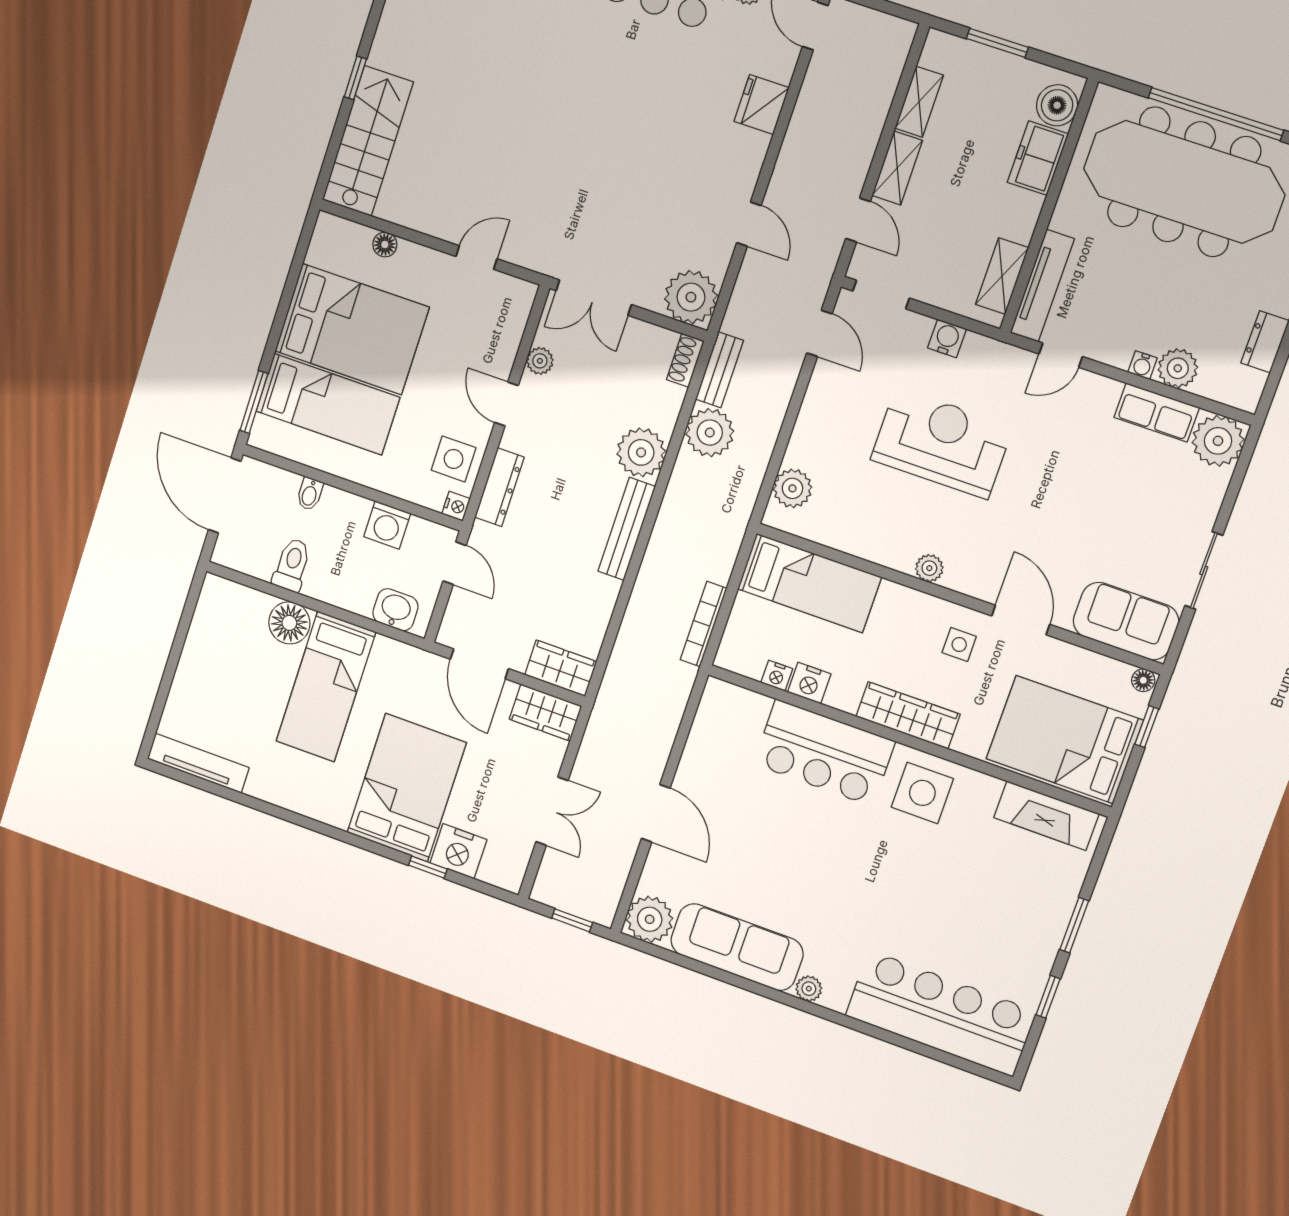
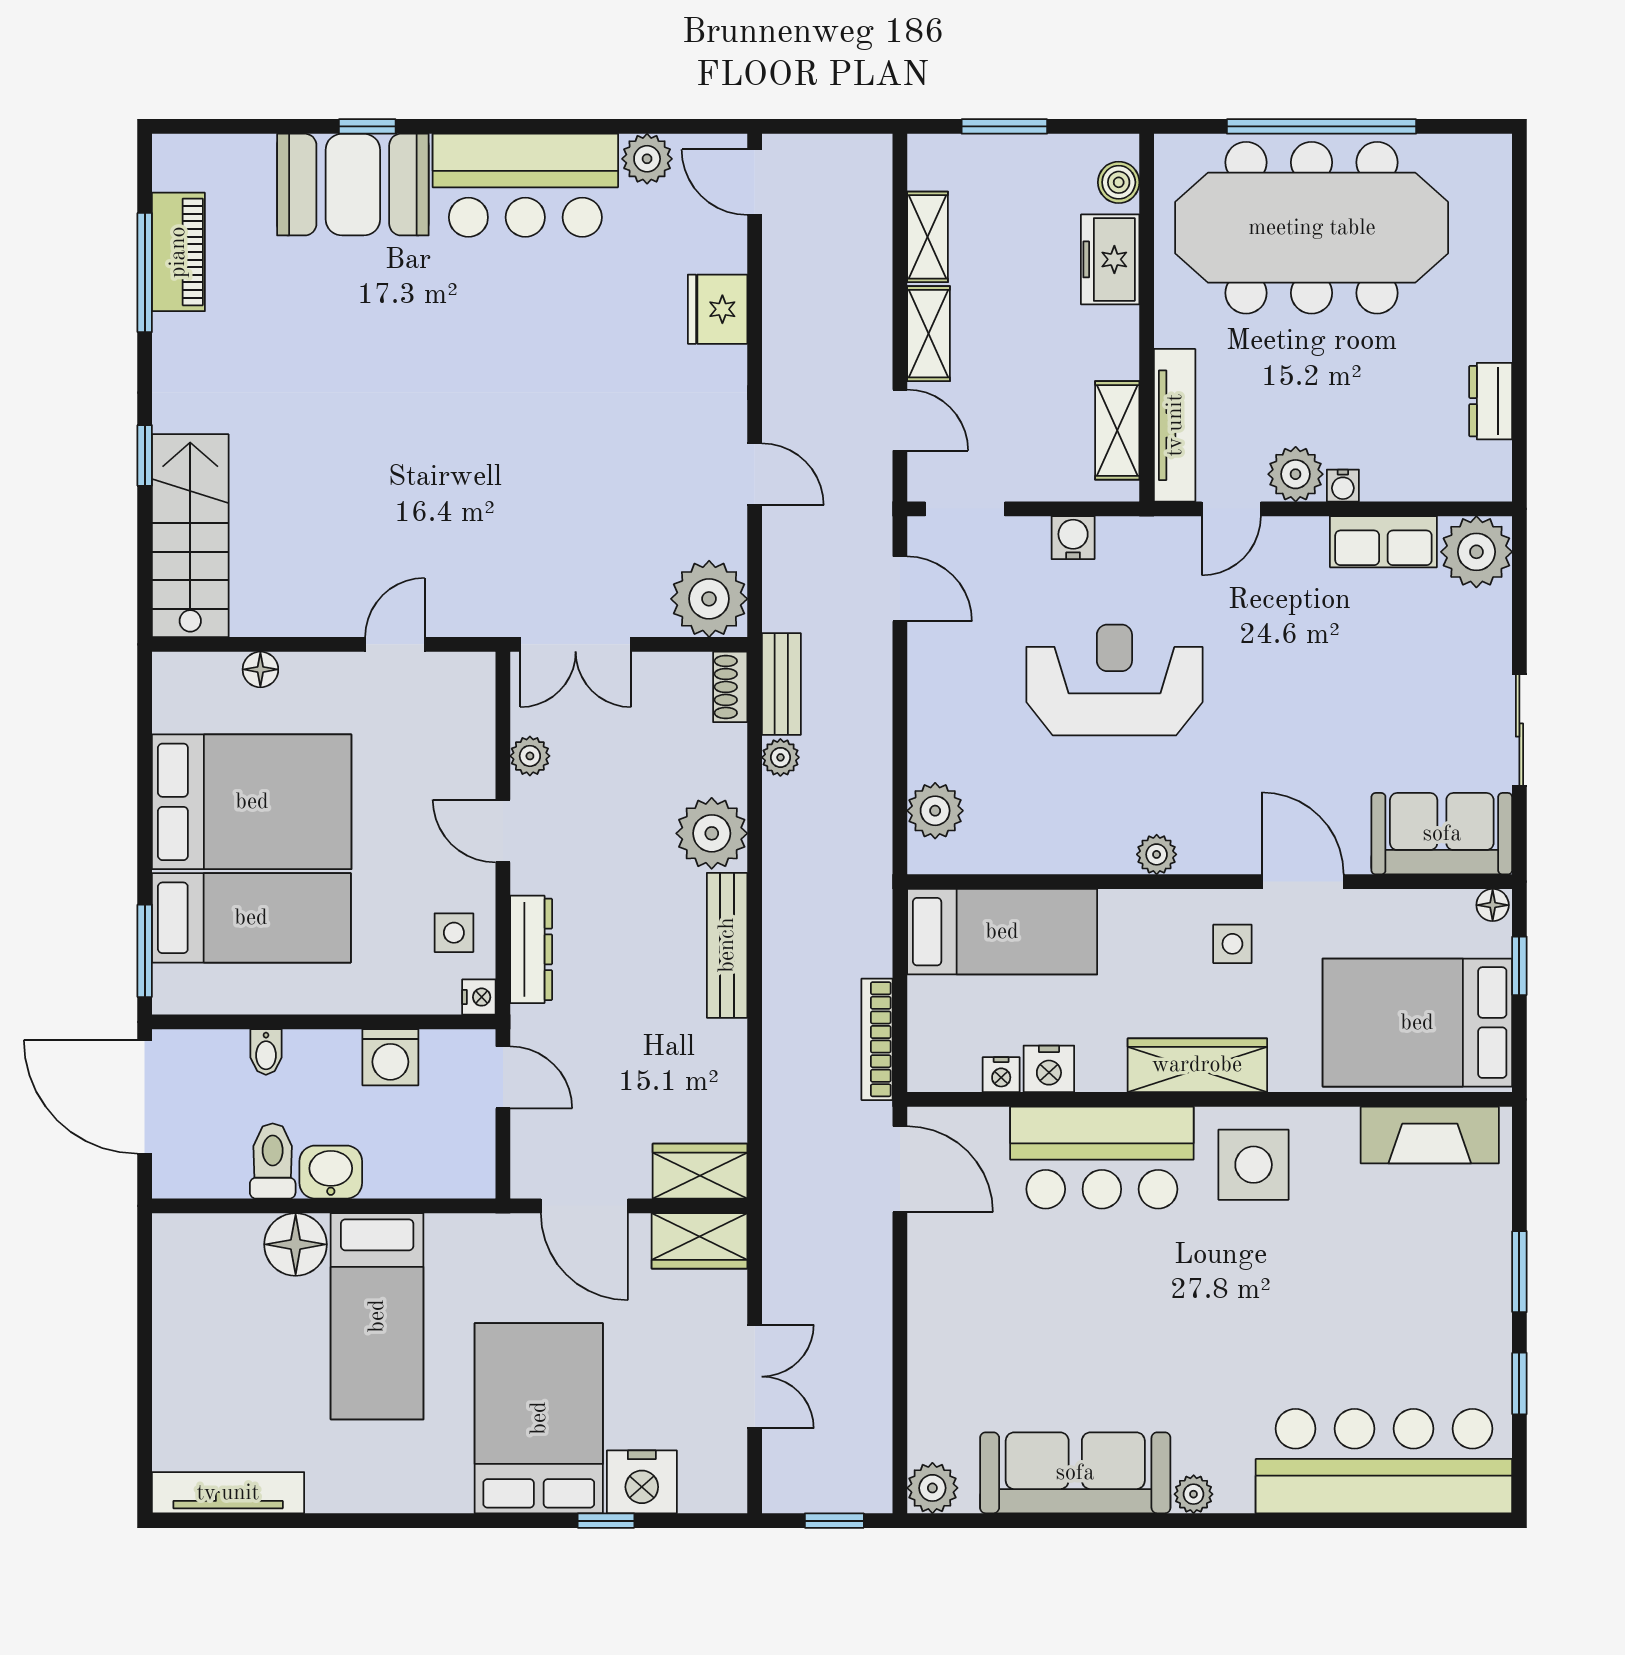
boiler: (1057, 105) -> (1119, 182), width x0.73, depth x0.73
plant: (1178, 368) -> (1296, 474), moved
plant: (710, 433) -> (780, 757), width x0.53, depth x0.53
side table: (454, 459) -> (454, 933), width x0.73, depth x0.73
washbasin: (395, 610) -> (331, 1172), moved
door: (656, 813) -> (900, 1169), moved
plant: (650, 919) -> (932, 1488), width x0.73, depth x0.73

